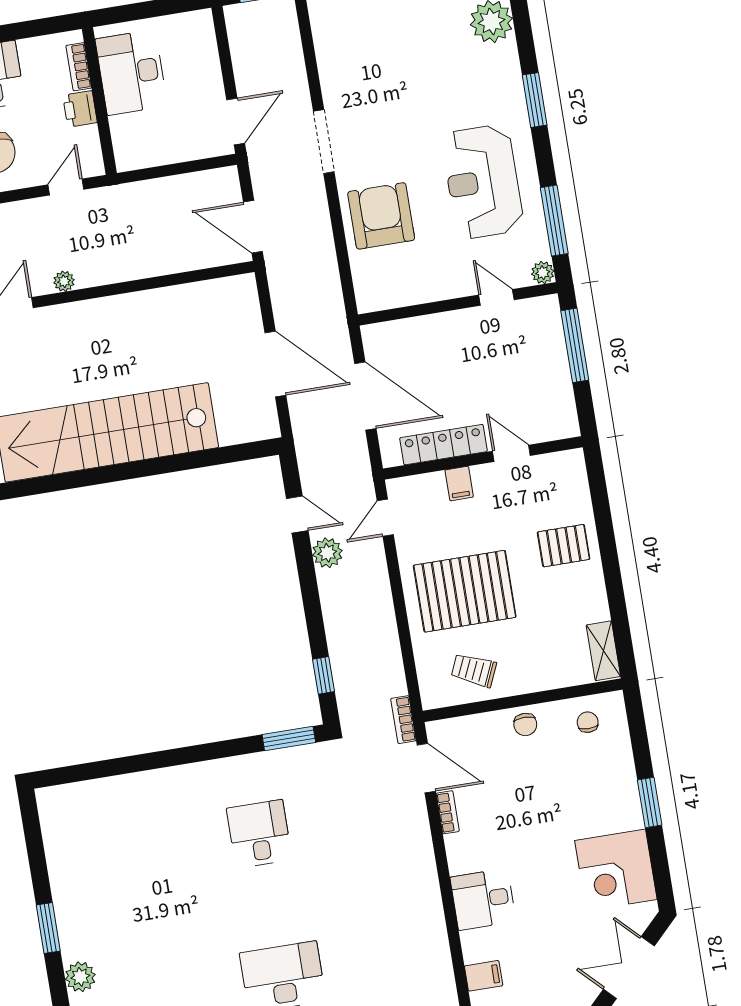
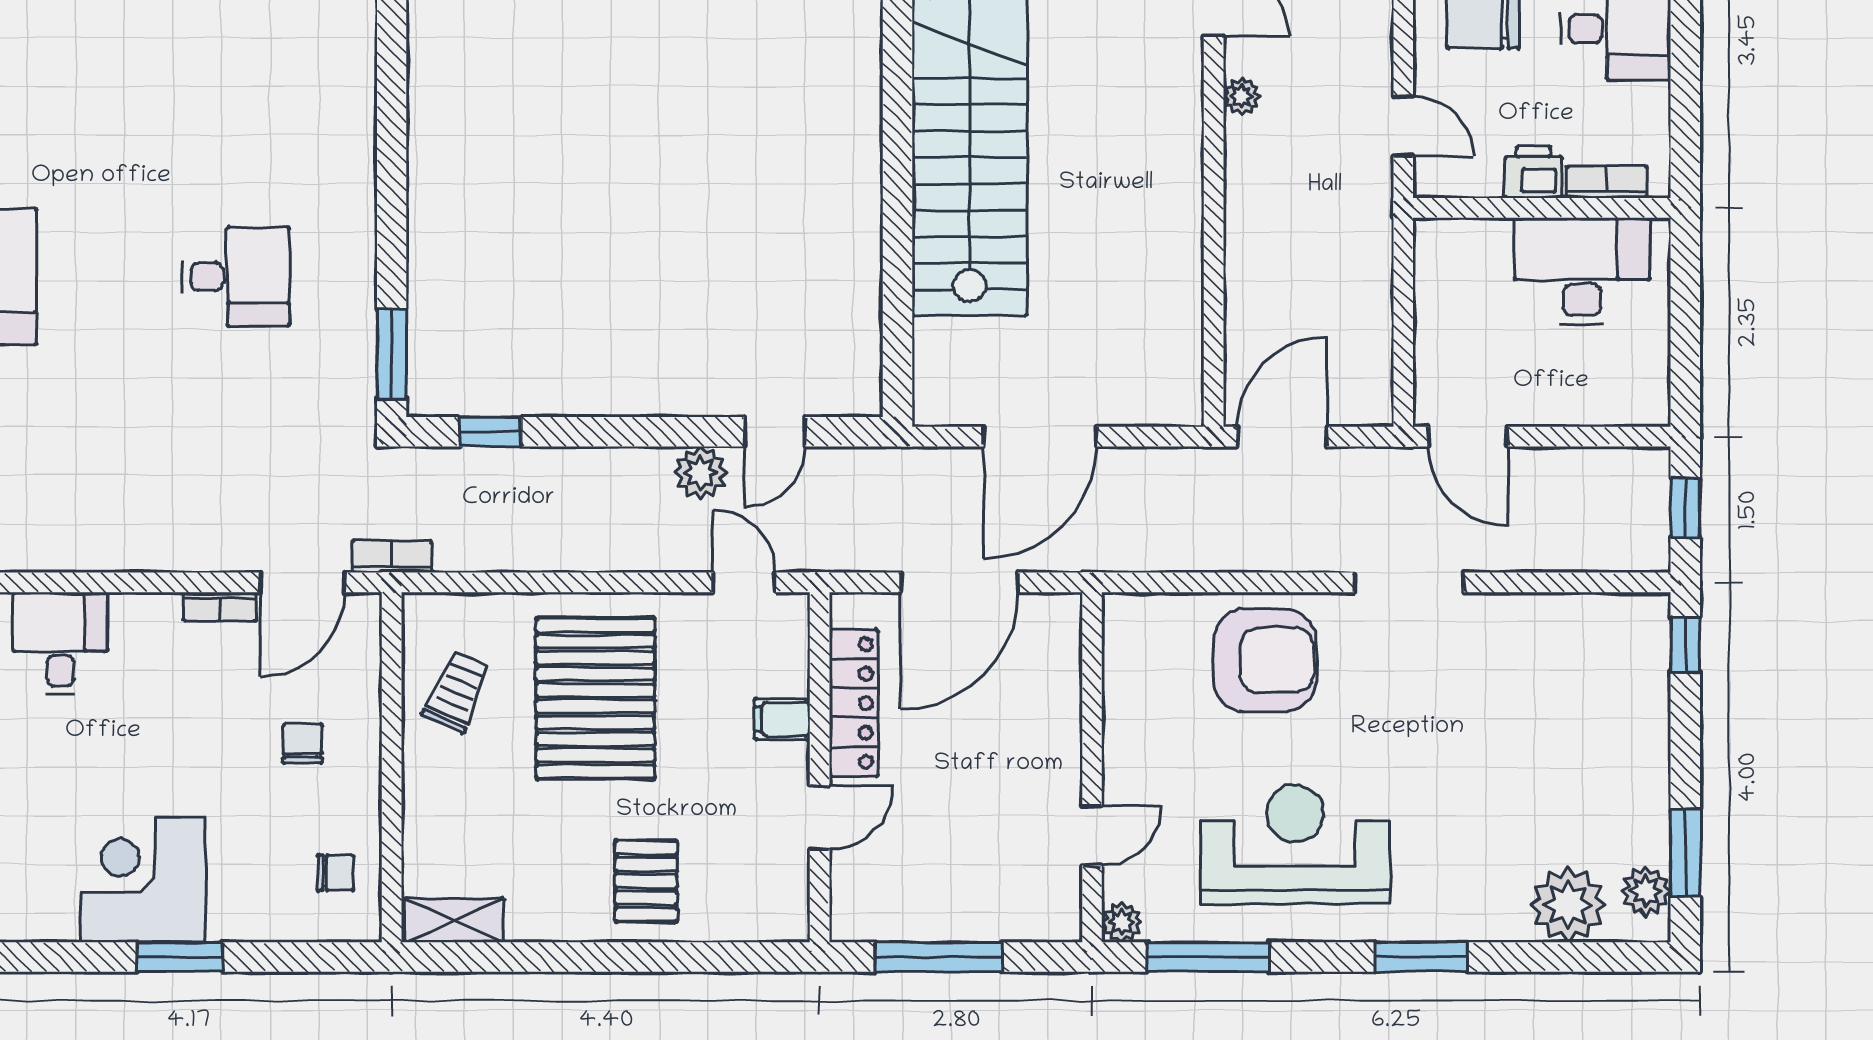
window: (575, 345) -> (939, 957), moved
chair: (525, 724) -> (303, 744), moved, turned 90
corner desk: (616, 870) -> (143, 880), moved

